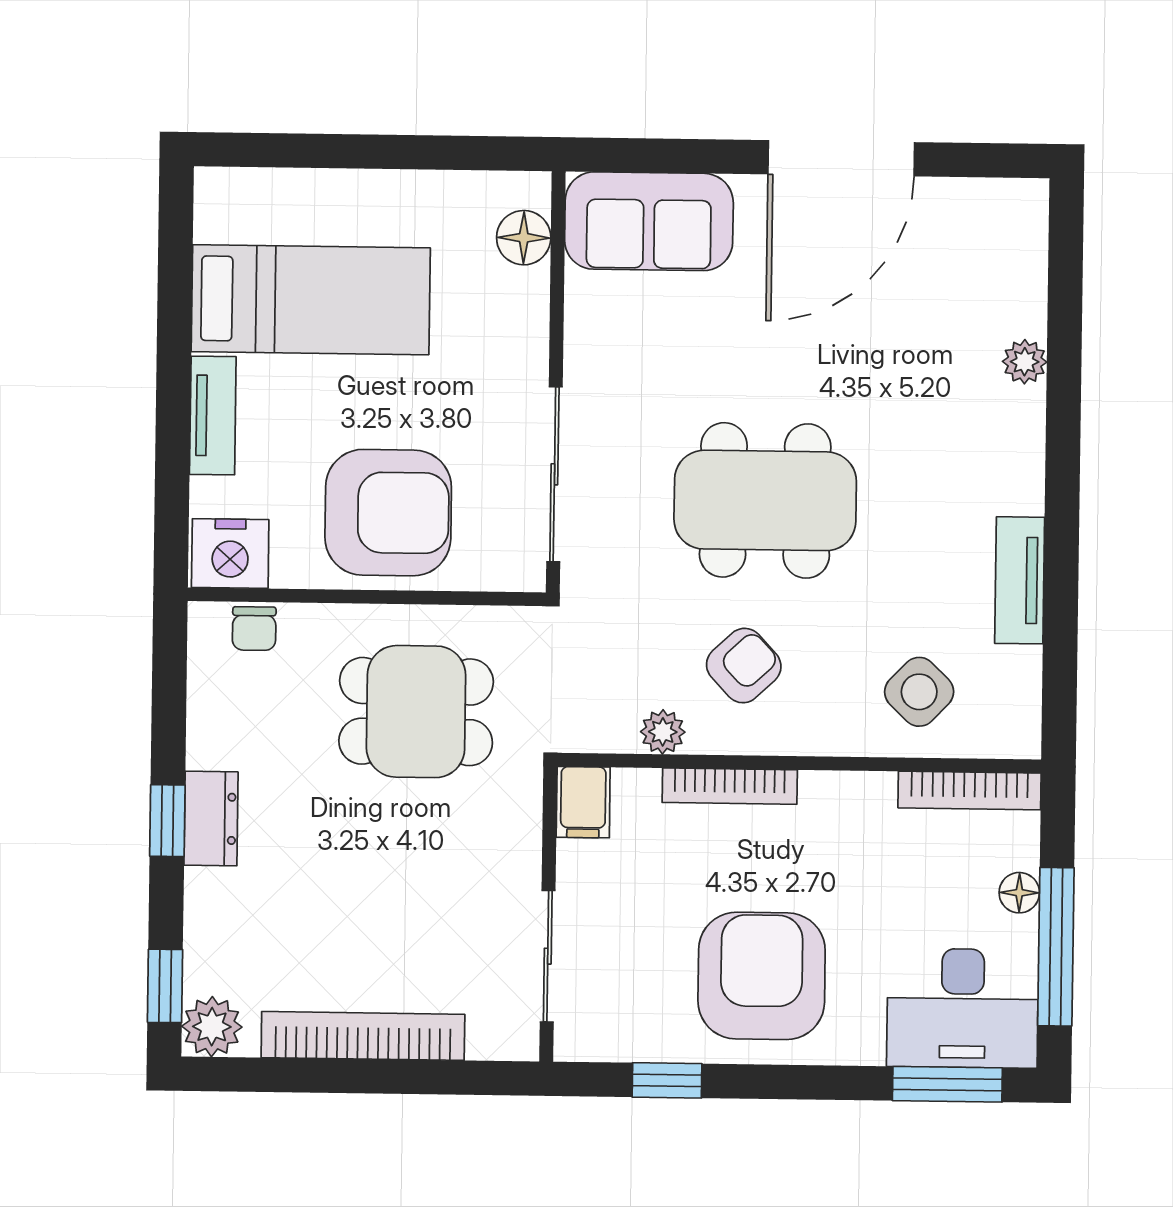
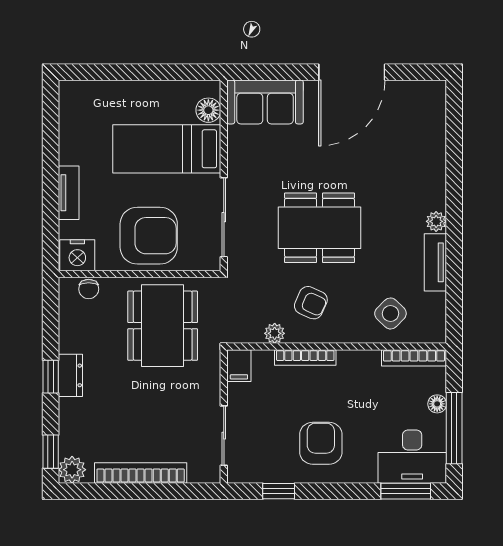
bed: (311, 300) -> (167, 149), moved, turned 180
plant: (1025, 362) -> (436, 221), moved
armchair: (744, 666) -> (311, 303), turned 67
dining table: (416, 712) -> (163, 326), width x1.38
armchair: (762, 976) -> (321, 443), width x0.73, depth x0.73

